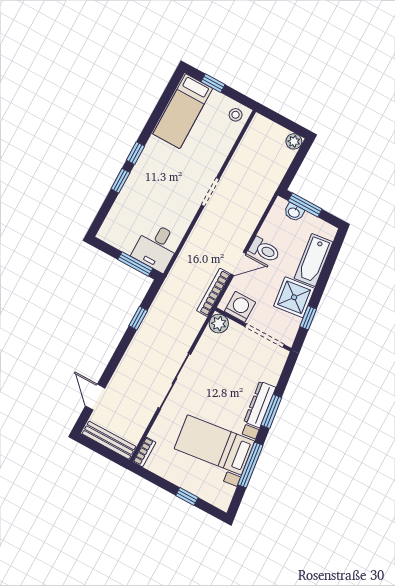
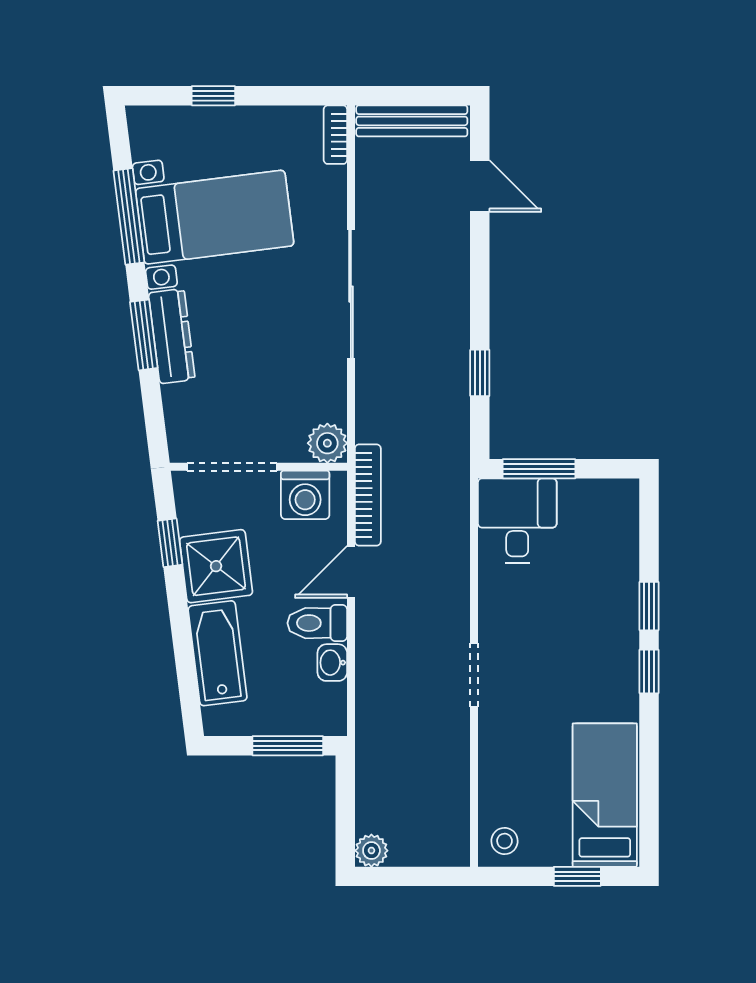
washbasin: (294, 212) -> (332, 663), moved, turned -90

